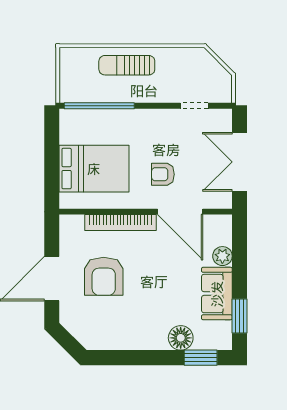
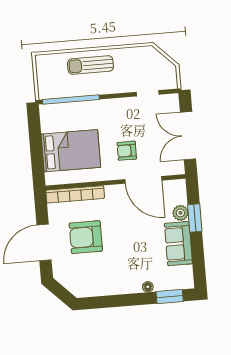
bookcase: (120, 223) -> (75, 194), moved
armchair: (104, 276) -> (86, 237), turned 90
window: (240, 316) -> (195, 218), moved
floor lamp: (181, 338) -> (148, 287), width x0.53, depth x0.53

